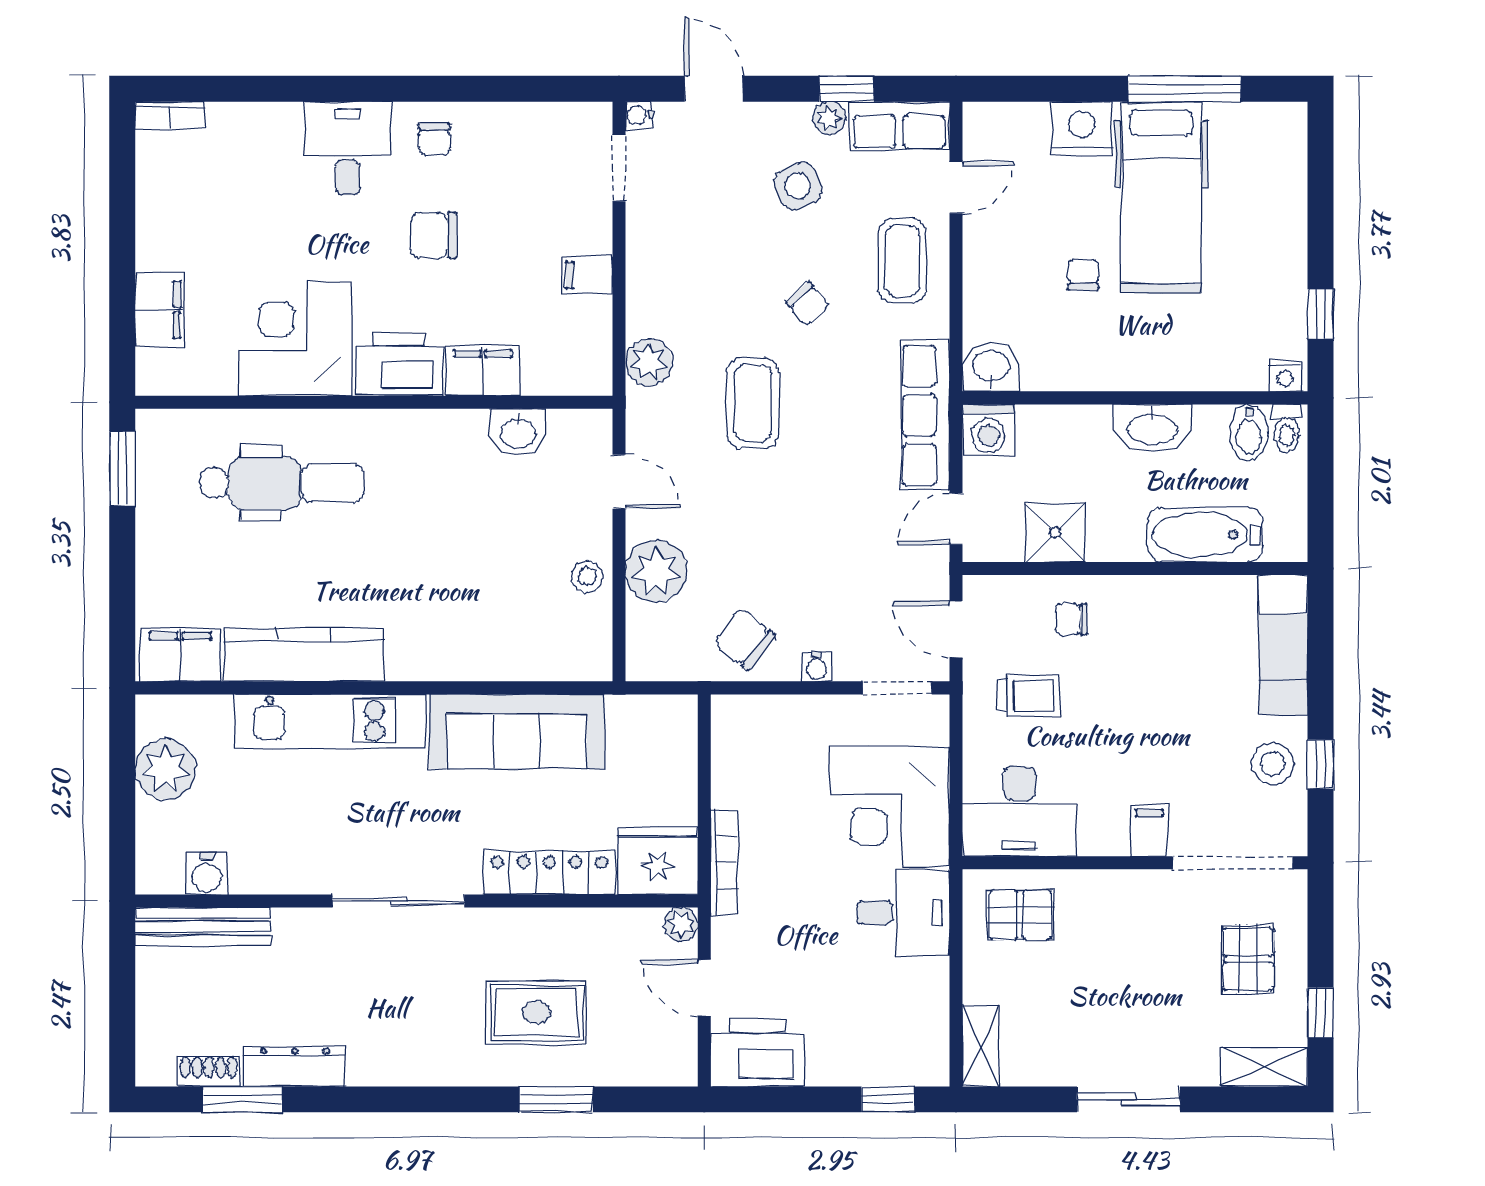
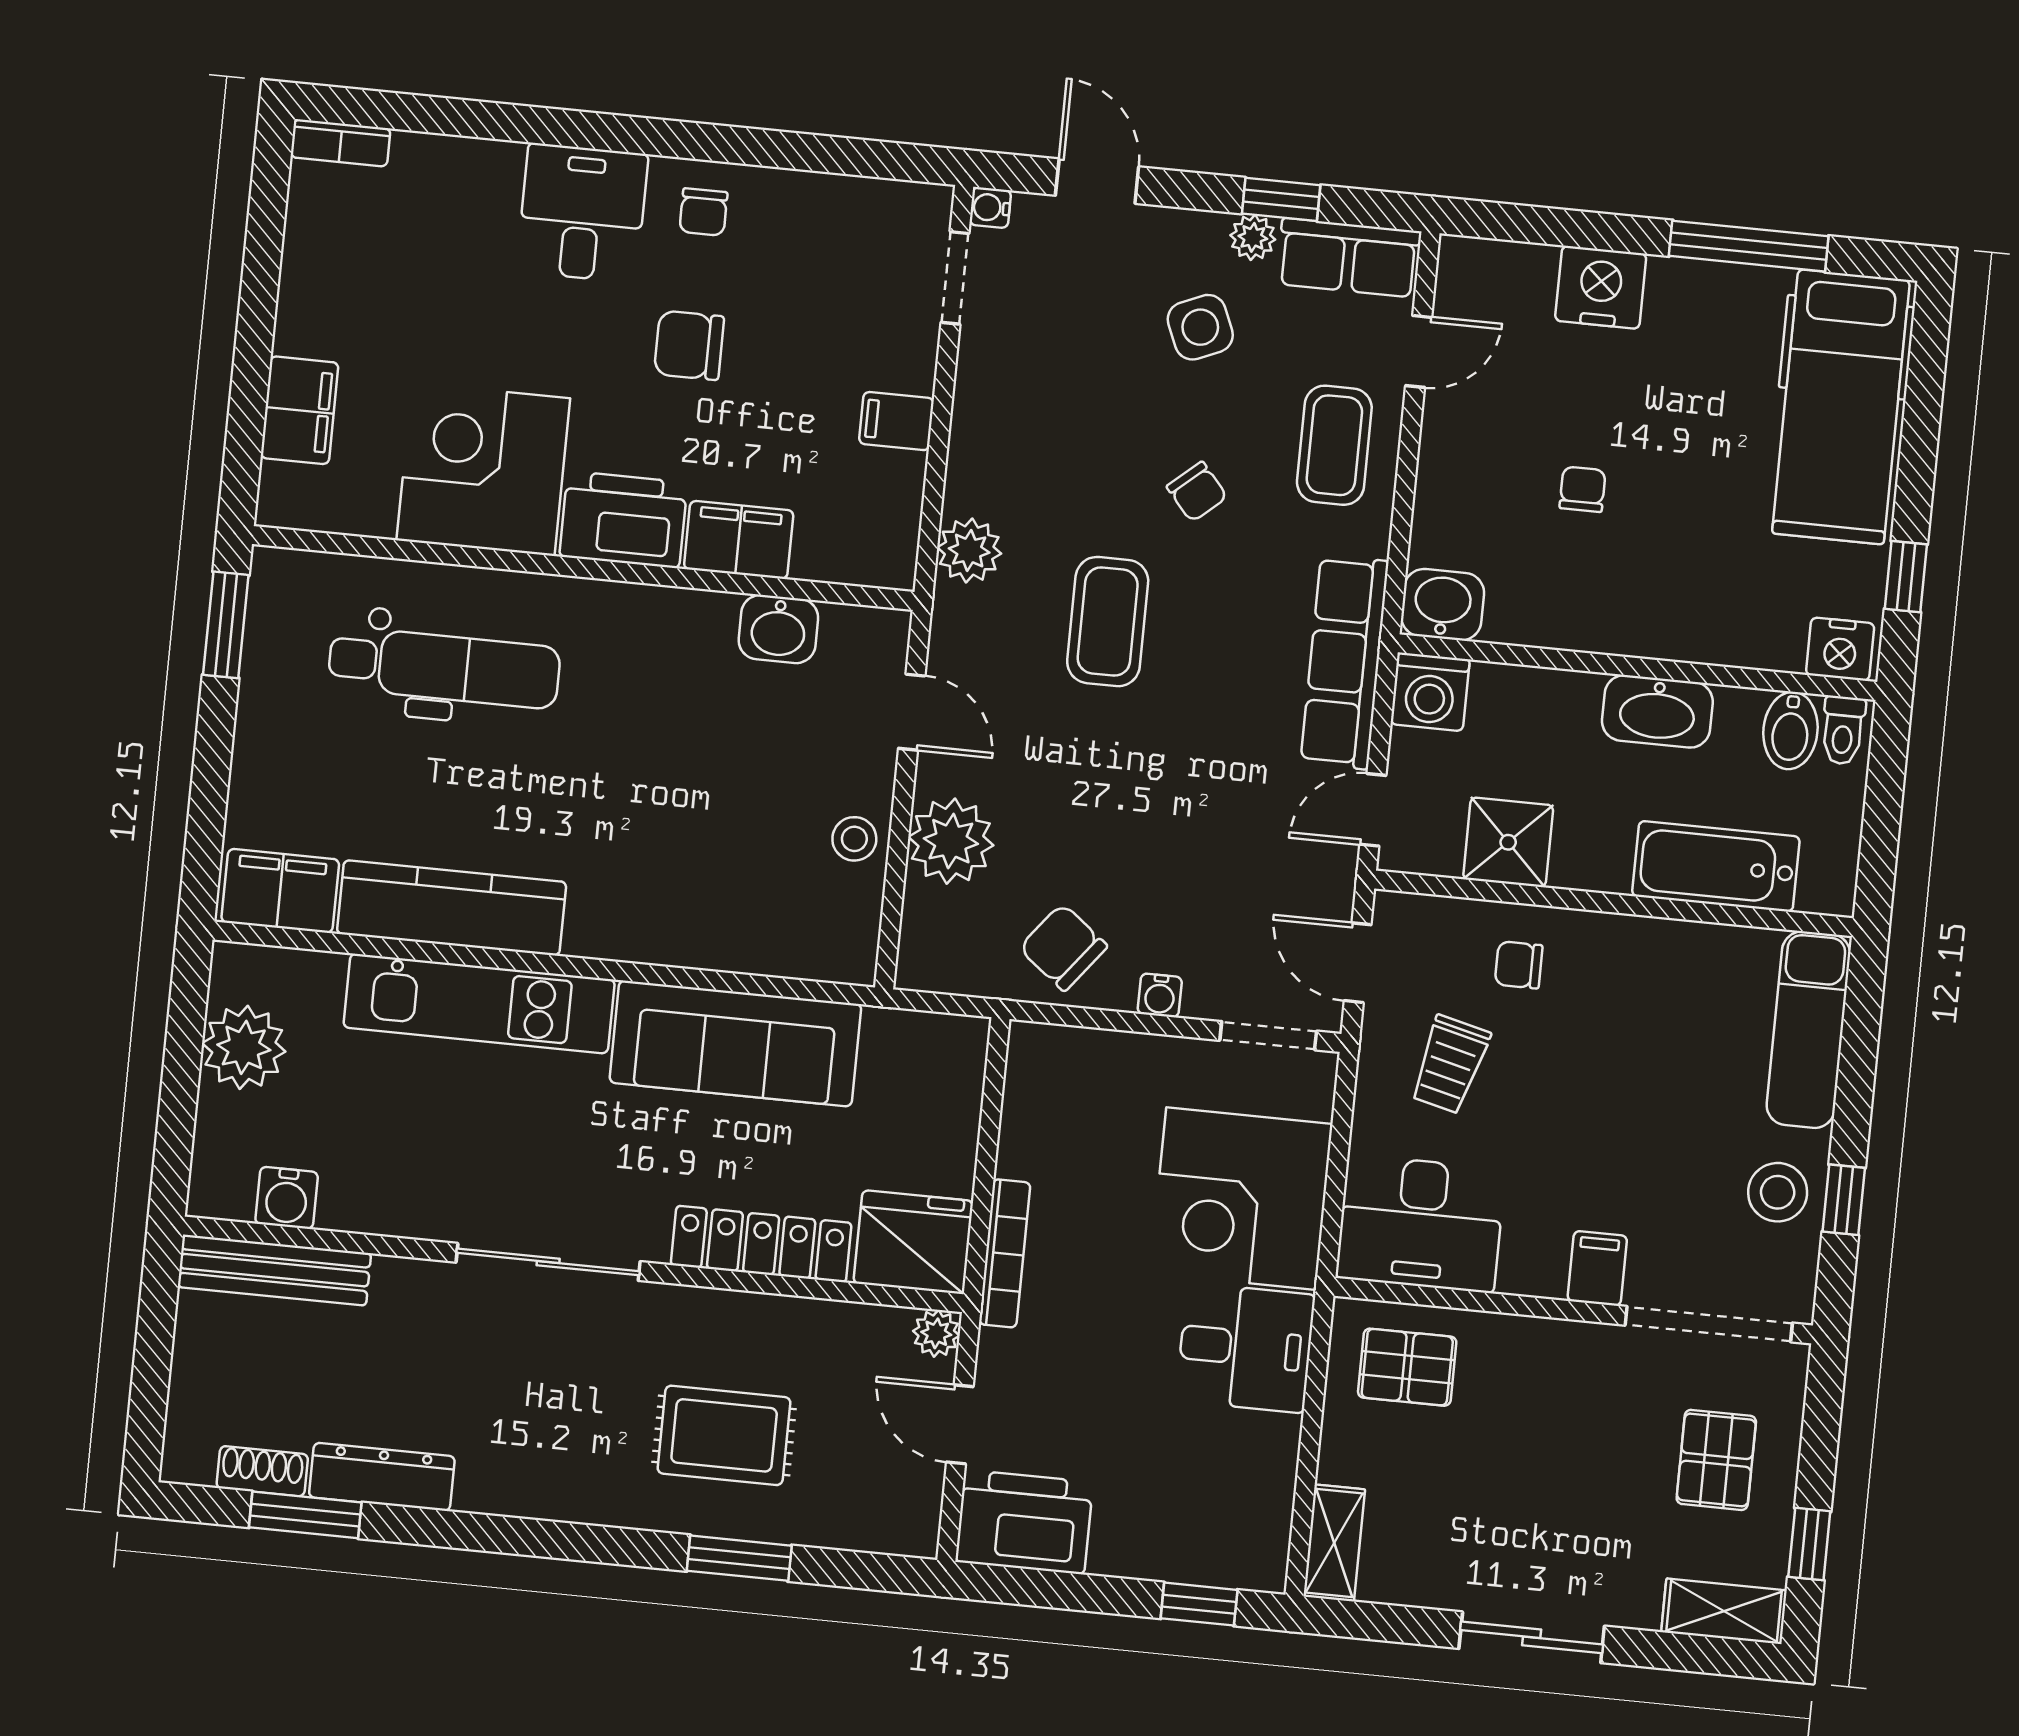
hospital bed: (1161, 197) -> (1841, 407), moved
nightstand: (1285, 376) -> (1840, 649), width x1.39, depth x1.35
trolley: (1029, 695) -> (1450, 1064), turned 104

